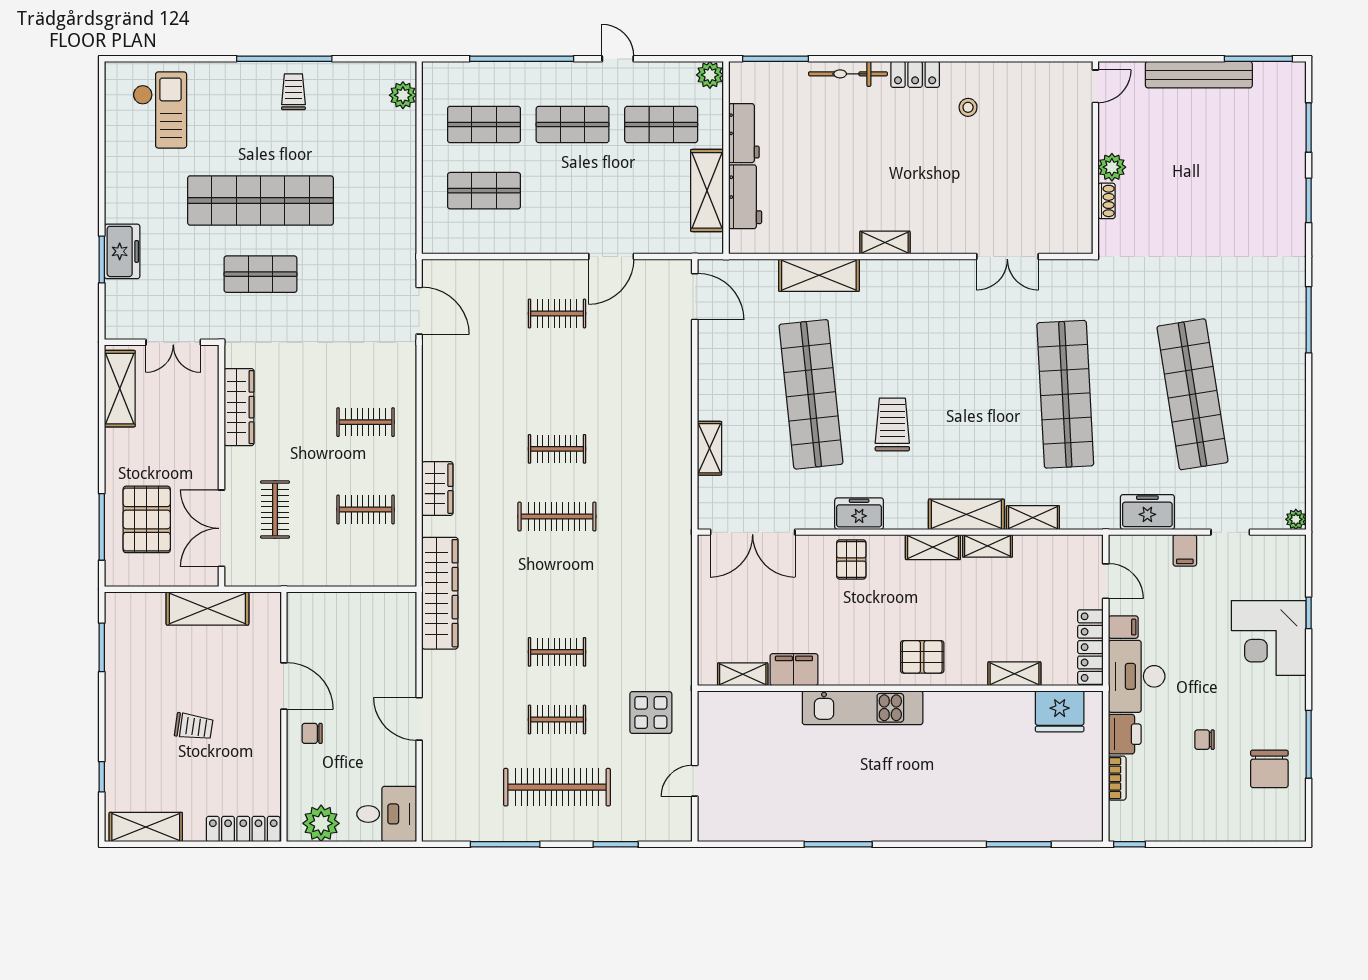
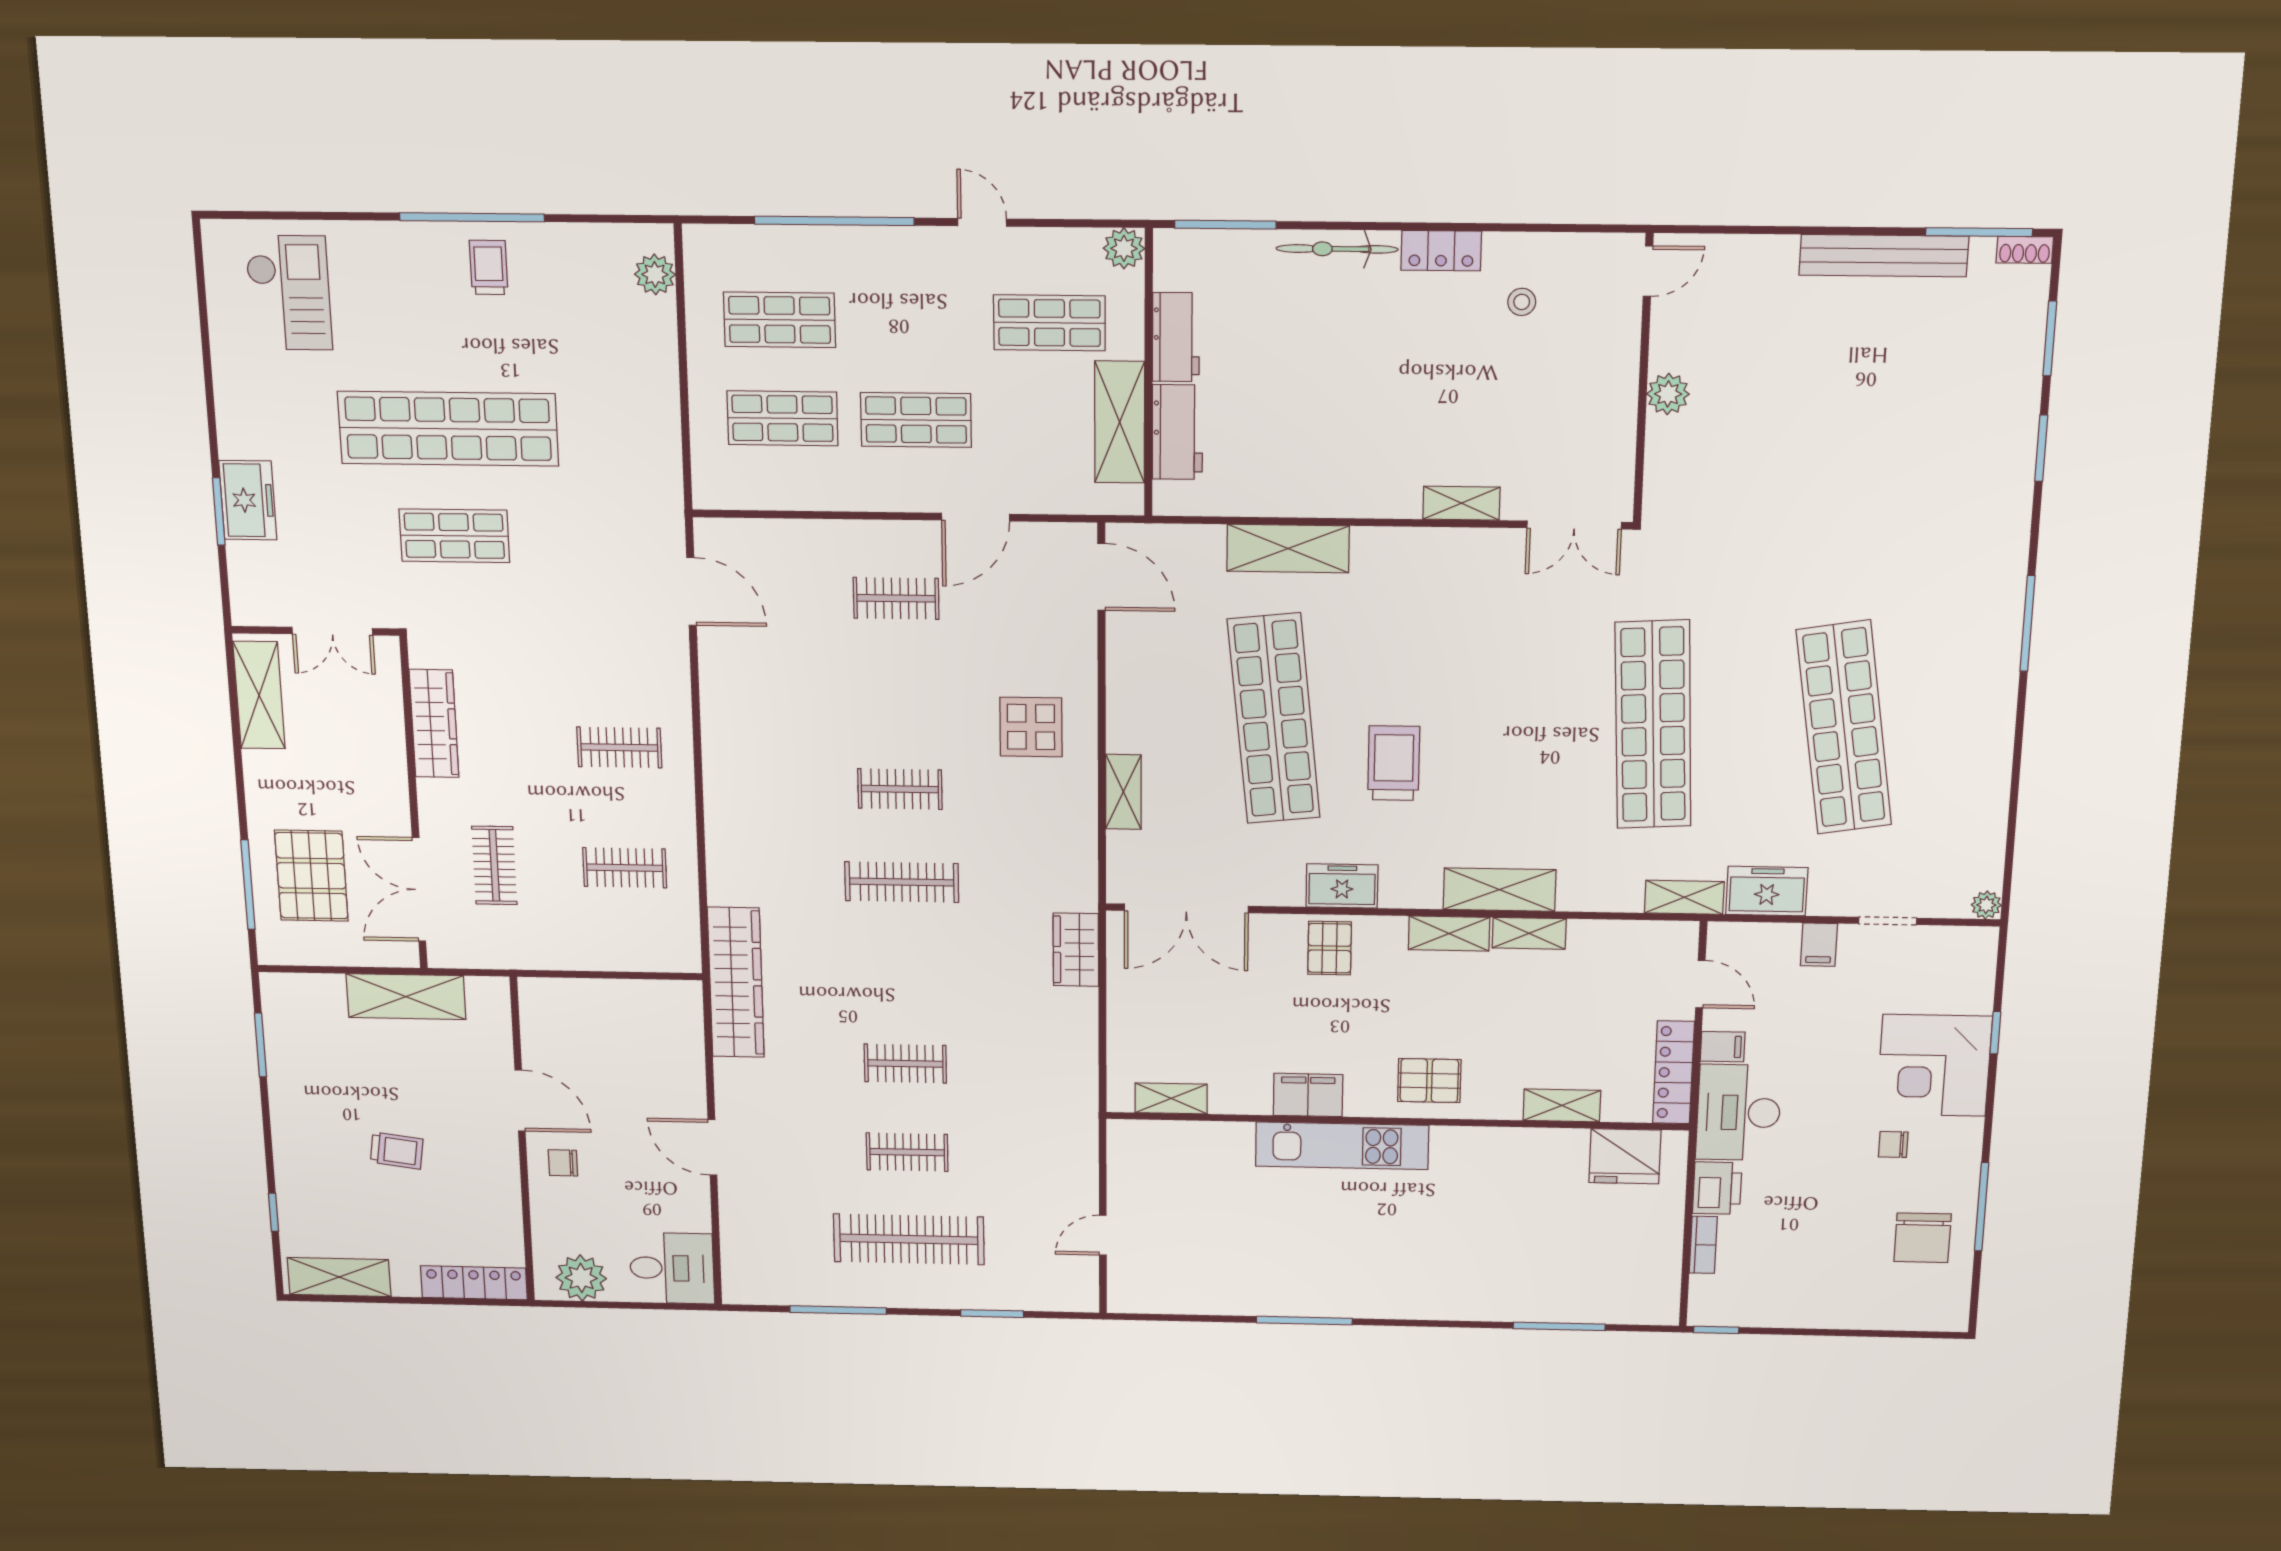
door: (1095, 86) -> (1648, 271), moved
shop shelf: (573, 125) -> (916, 420), moved
wall: (1095, 158) -> (1643, 379), moved
plant: (1112, 167) -> (1668, 394), moved
shoe rack: (1107, 201) -> (2025, 250), moved, turned 90
shelving: (885, 243) -> (1461, 503), moved
wardrobe: (437, 489) -> (1076, 950), moved, turned 180
shelving: (1033, 518) -> (1684, 897), moved
filing cabinet: (794, 670) -> (1308, 1095), moved
display table: (651, 712) -> (1031, 727), moved
chair: (1204, 740) -> (1893, 1144), moved

